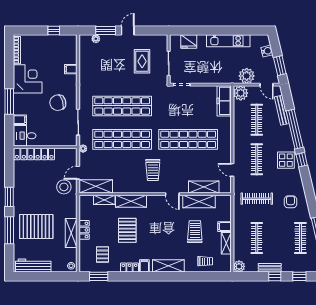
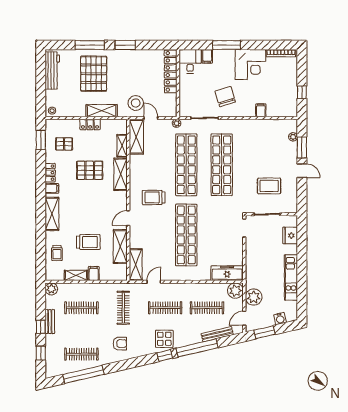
shelving: (204, 187) -> (136, 265), moved
shelving: (71, 233) -> (102, 111), moved

